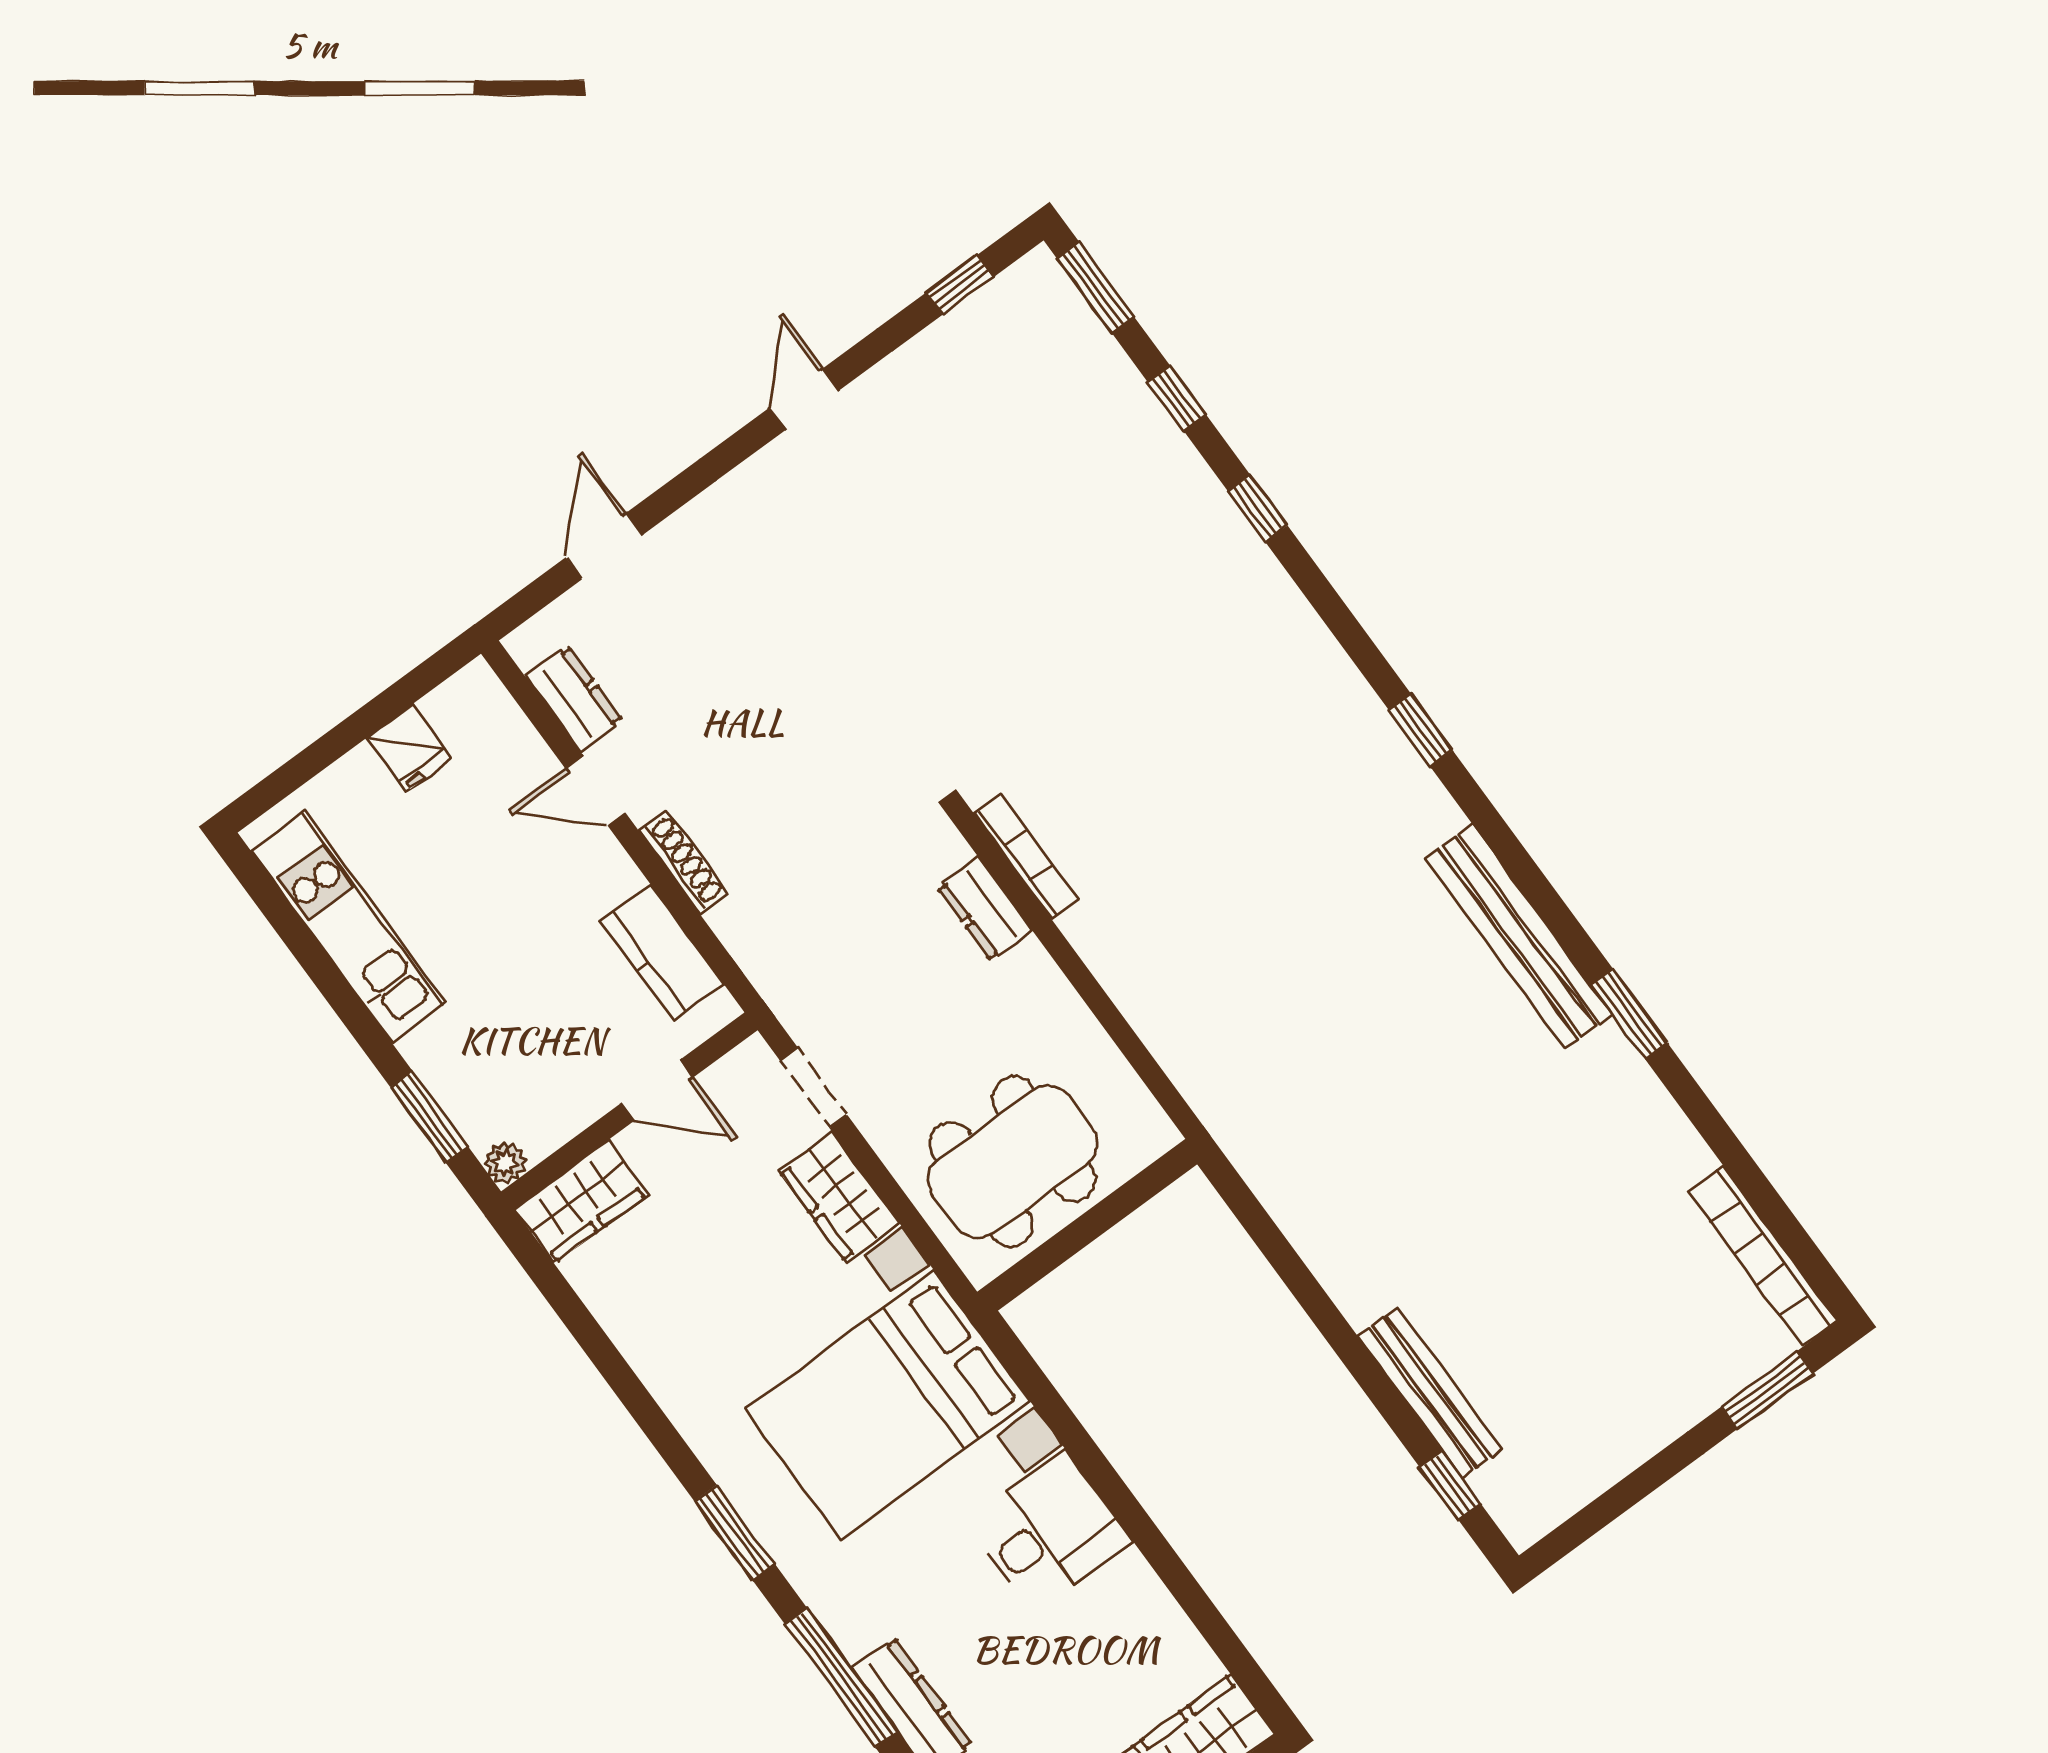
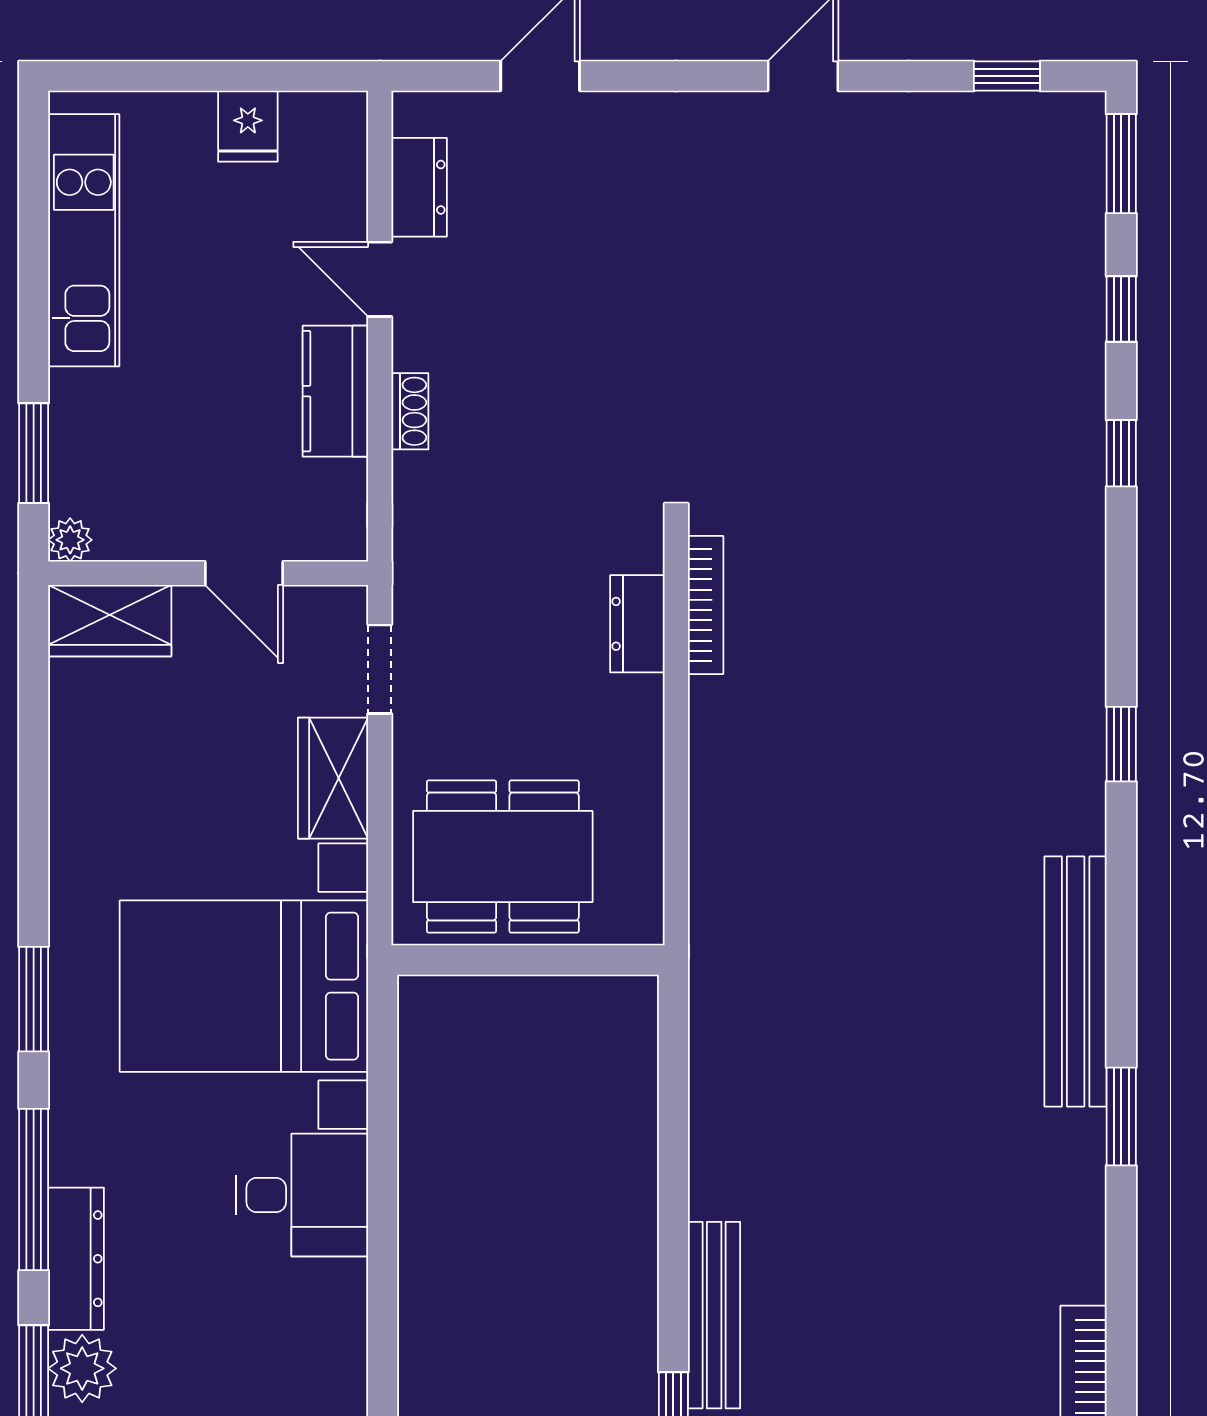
shoe rack: (683, 862) -> (410, 411), width x0.70
kitchen counter: (662, 953) -> (335, 391), moved

